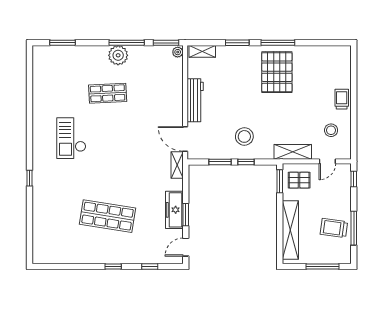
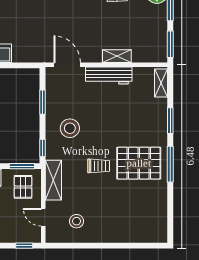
plant: (178, 52) -> (160, 57), removed
trolley: (342, 99) -> (99, 166), moved
door: (185, 139) -> (67, 65), hinge flipped
window: (246, 162) -> (43, 148), moved
shelving: (177, 165) -> (117, 56), moved

